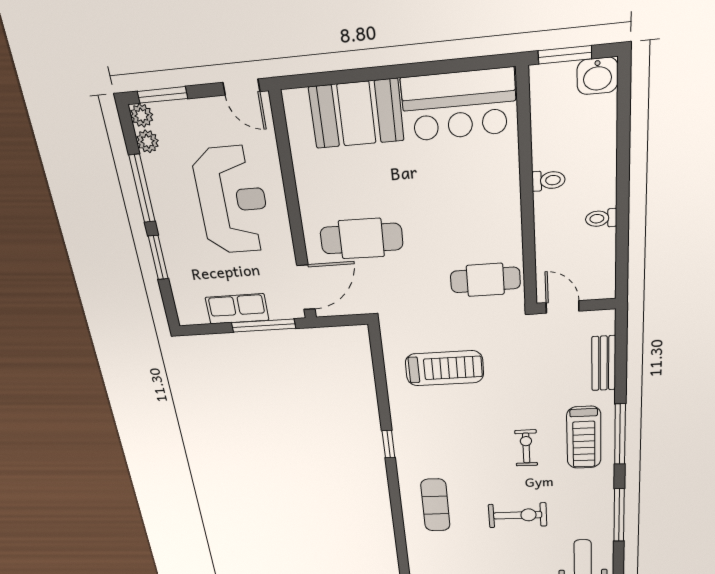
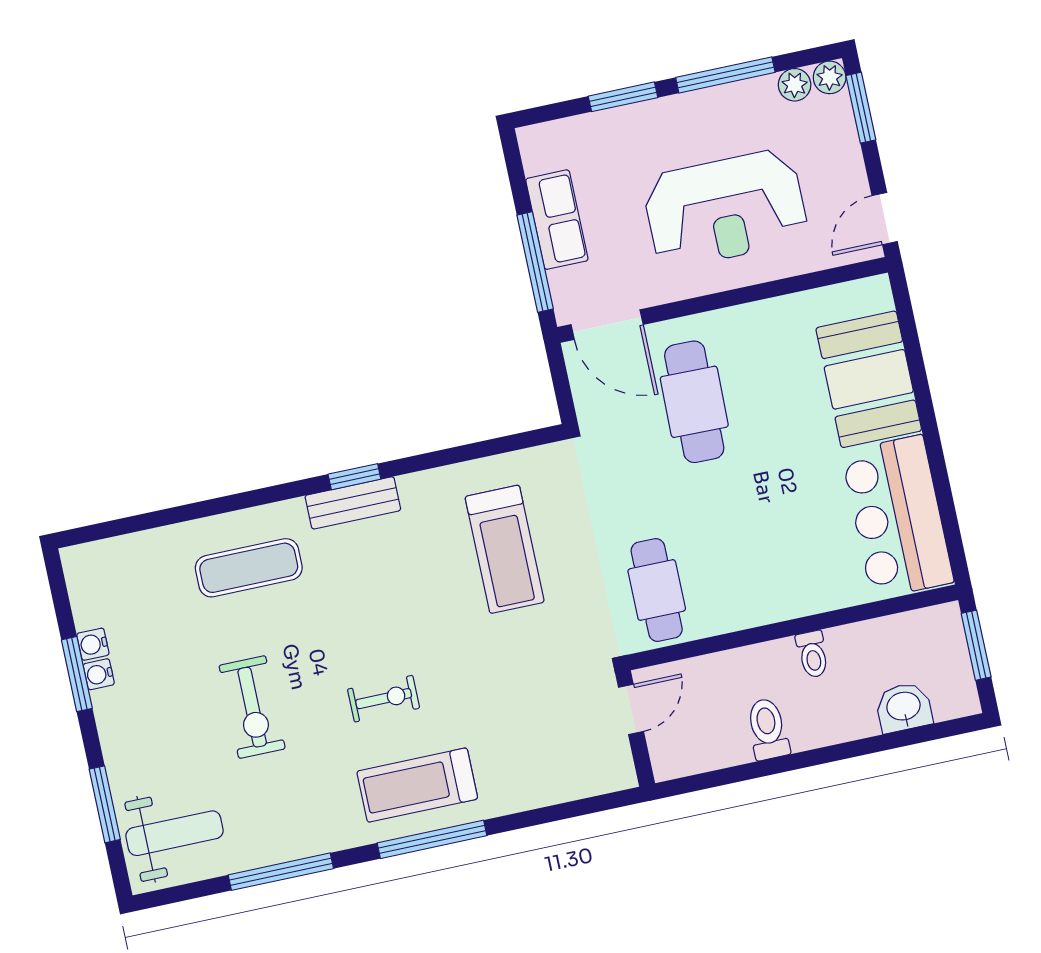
washbasin: (597, 76) -> (904, 707), moved, turned 90
toilet: (601, 218) -> (768, 729), width x1.37, depth x1.39
bench: (604, 363) -> (353, 503), moved

